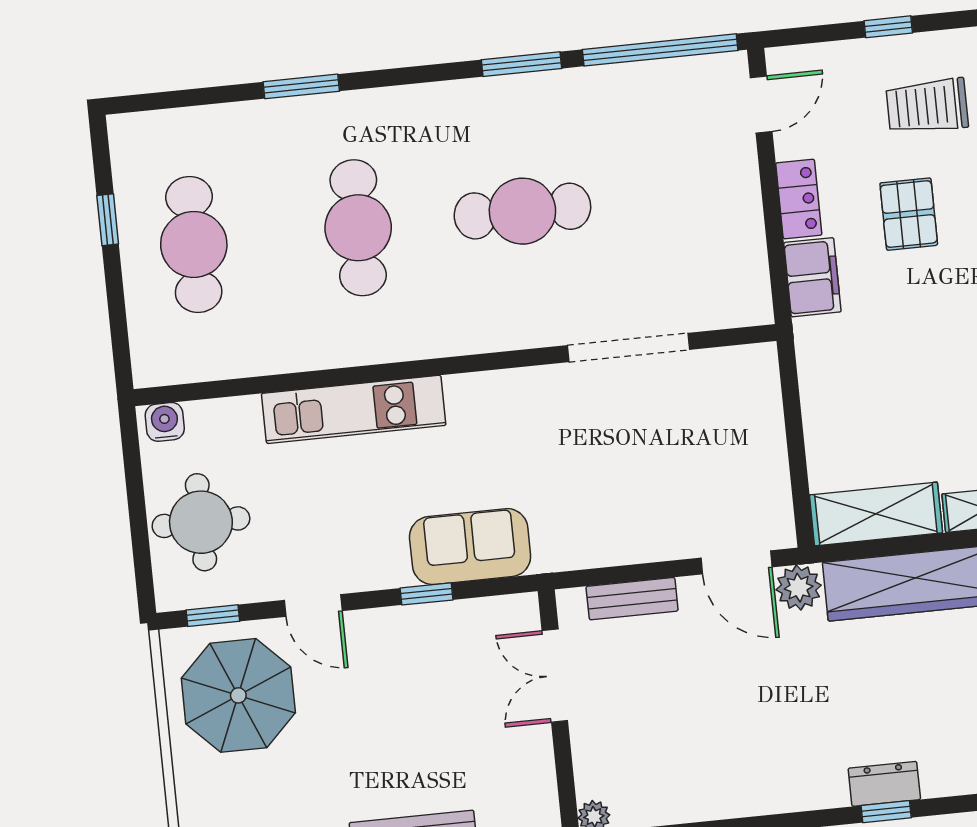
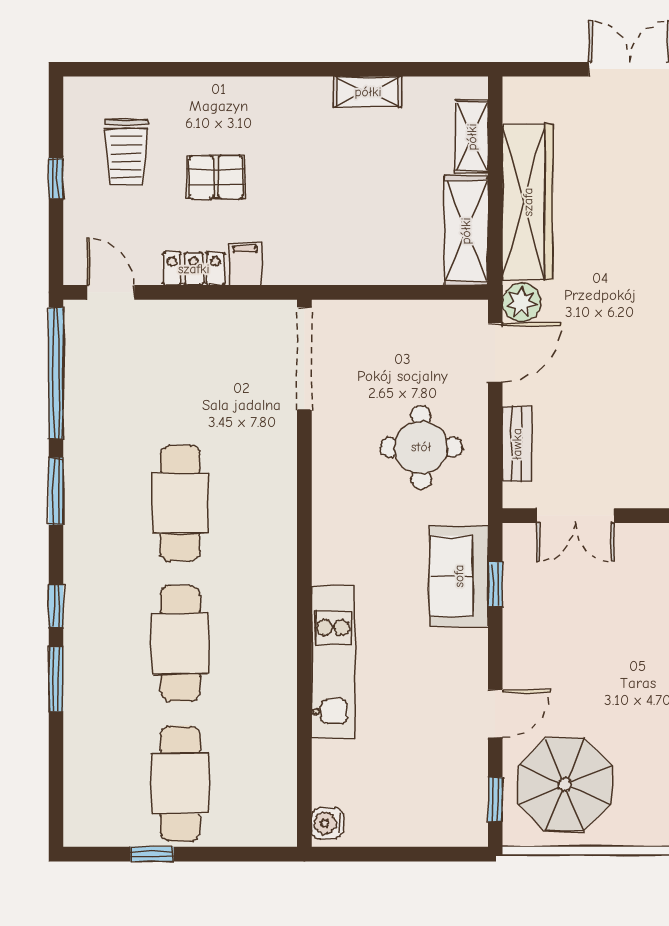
window: (387, 78) -> (56, 606), added
cafe table: (358, 228) -> (180, 643), turned 90
cafe table: (194, 244) -> (180, 783), turned 90
filing cabinet: (812, 277) -> (245, 264), width x0.50
doorway: (628, 347) -> (304, 359), moved
round table: (201, 522) -> (421, 447), moved
window: (427, 594) -> (495, 584), moved

